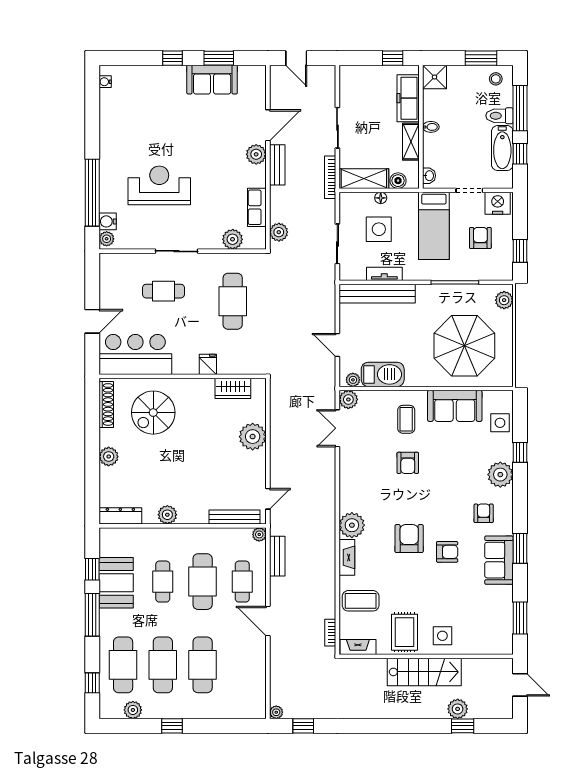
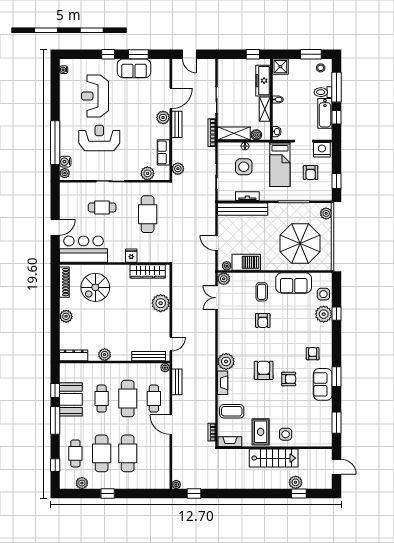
reception desk: (153, 122) -> (95, 96), added
armchair: (480, 238) -> (311, 173), turned 180
wardrobe: (233, 388) -> (148, 271), width x1.50
plant: (500, 475) -> (324, 314), moved
cafe table: (123, 665) -> (75, 453), width x0.73, depth x0.74

